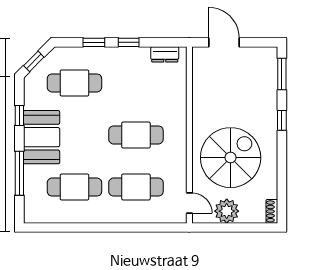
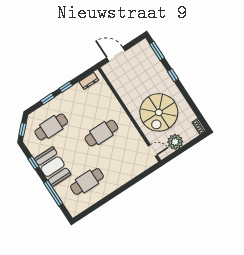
spiral stairs: (231, 158) -> (159, 112), turned 180
cafe table: (136, 187) -> (119, 160), removed

